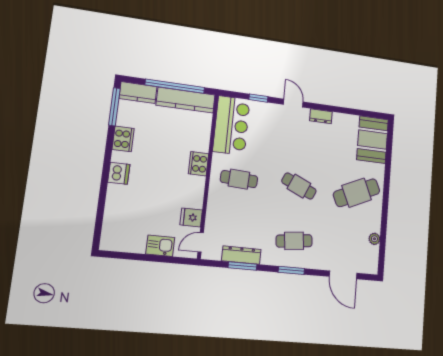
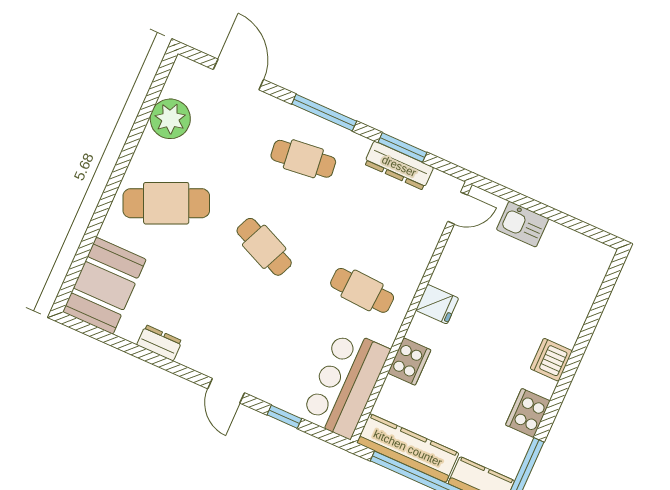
dresser: (321, 116) -> (159, 343), moved
cooker: (198, 164) -> (409, 361), moved
fridge: (191, 217) -> (437, 304), moved
plant: (374, 239) -> (170, 119), width x1.87, depth x1.87
window: (291, 270) -> (324, 113), width x1.44

